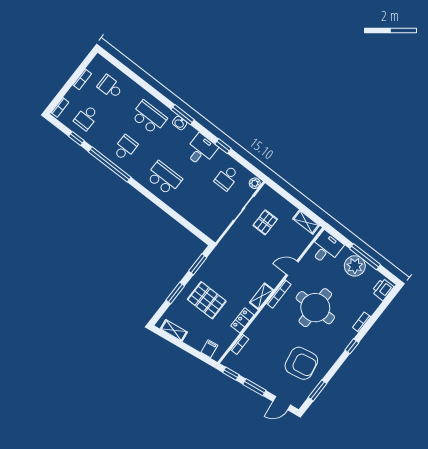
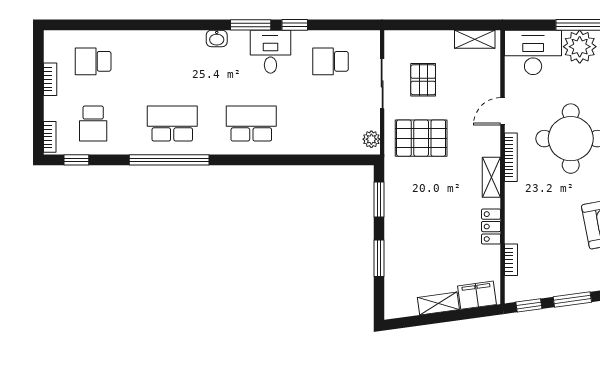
window: (183, 115) -> (251, 25), moved
school desk: (149, 117) -> (172, 61), removed
window: (76, 139) -> (76, 160), moved
school desk: (125, 148) -> (172, 123), width x1.85
school desk: (227, 178) -> (330, 61), turned 90
plant: (255, 183) -> (371, 139), moved
desk: (326, 248) -> (533, 52), width x1.37
pallet: (207, 300) -> (421, 138), moved
shelving: (174, 330) -> (438, 303), moved
filing cabinet: (209, 349) -> (477, 295), width x2.00

